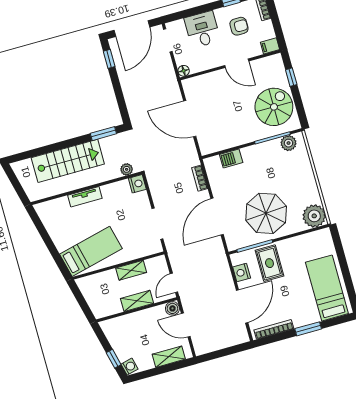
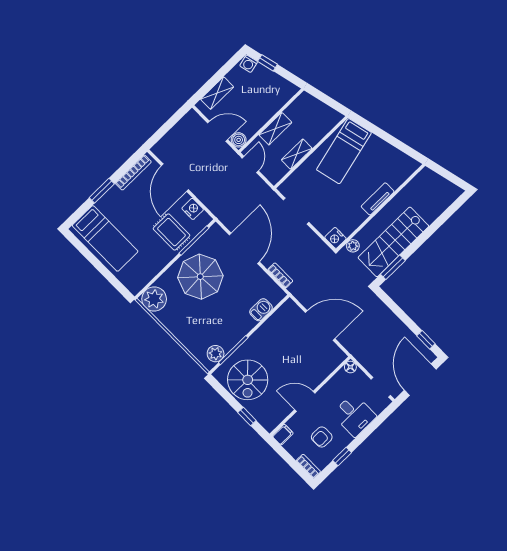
stairs: (68, 161) -> (393, 242), moved

